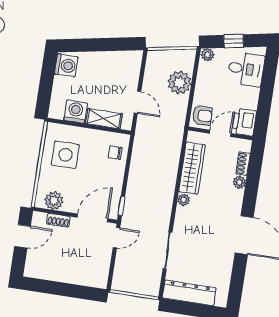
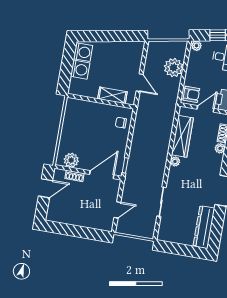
washing machine: (75, 112) -> (80, 70), moved, turned 90
side table: (65, 155) -> (81, 124), removed
door: (116, 238) -> (117, 210), moved
dresser: (189, 293) -> (204, 227), moved, turned -90

